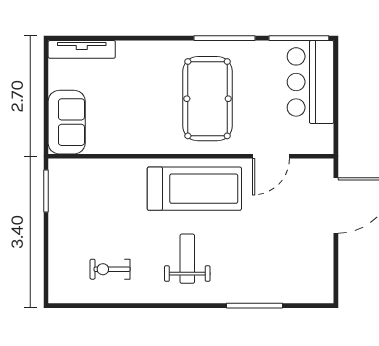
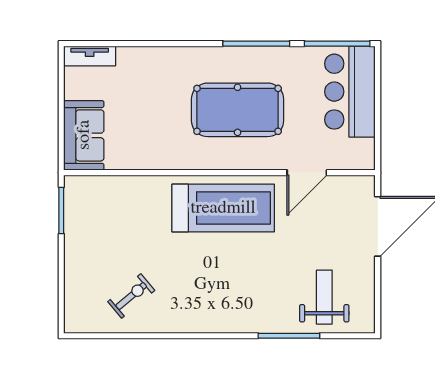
tv unit: (82, 49) -> (90, 56), width x0.71
pool table: (208, 99) -> (238, 110), turned 90
weight bench: (187, 259) -> (324, 297), moved
exercise bike: (110, 269) -> (131, 296), turned 140

